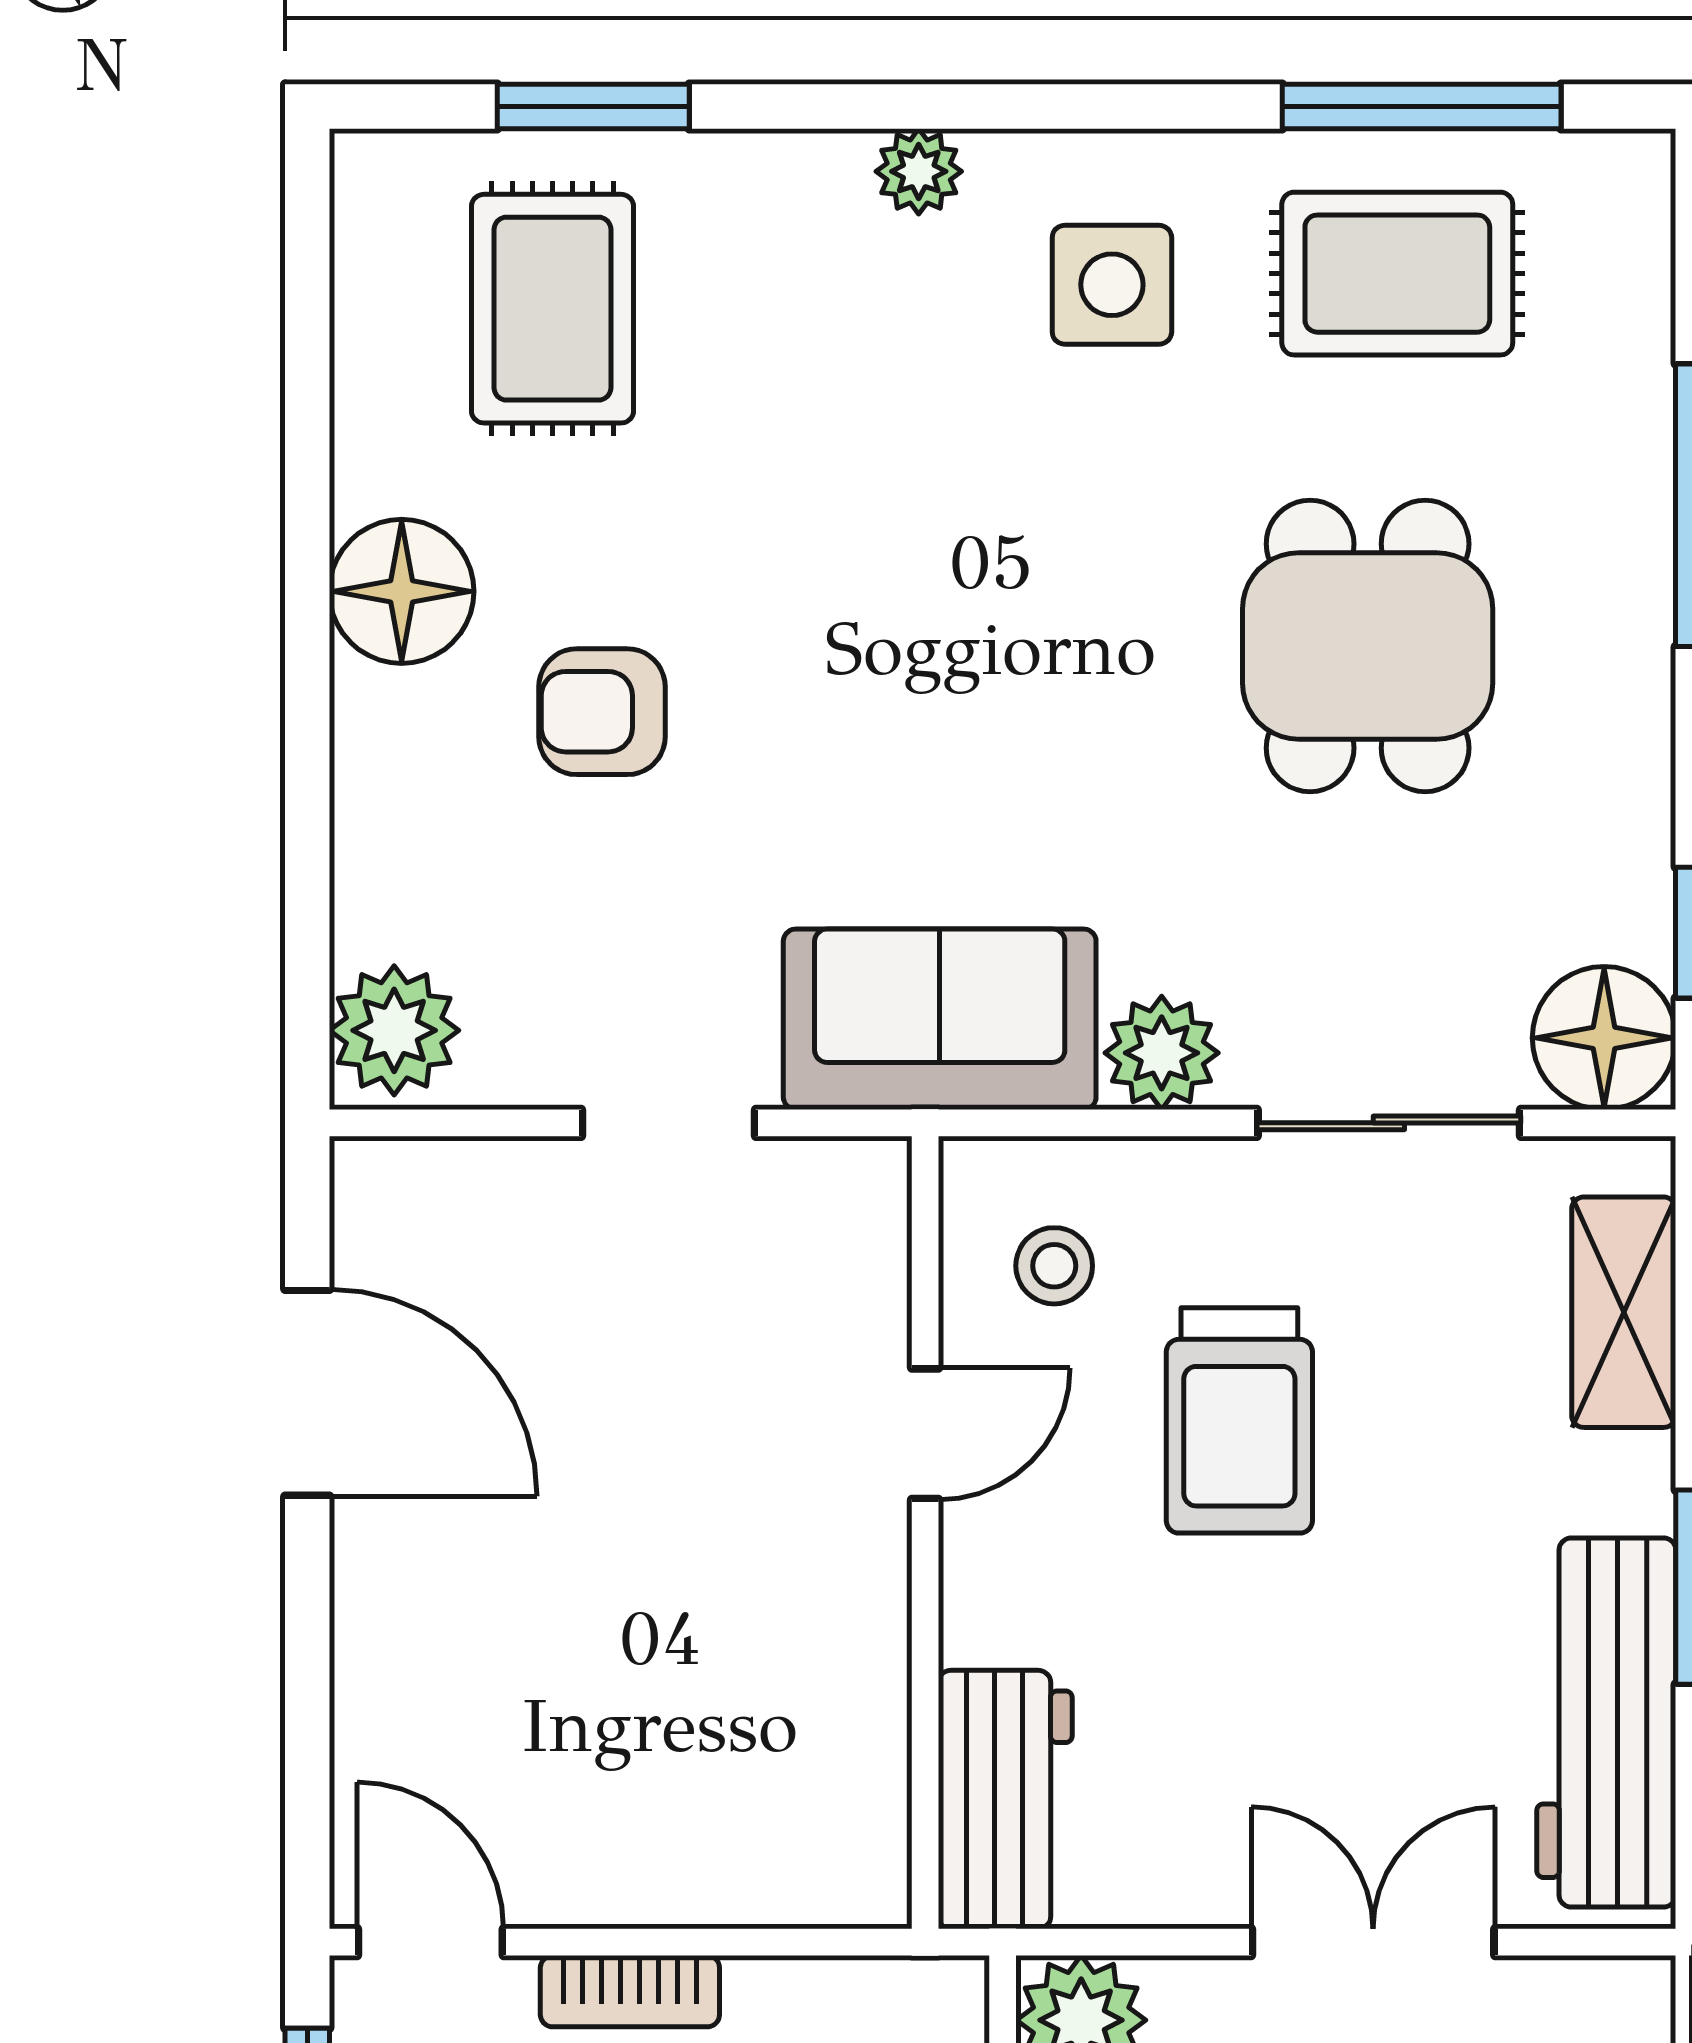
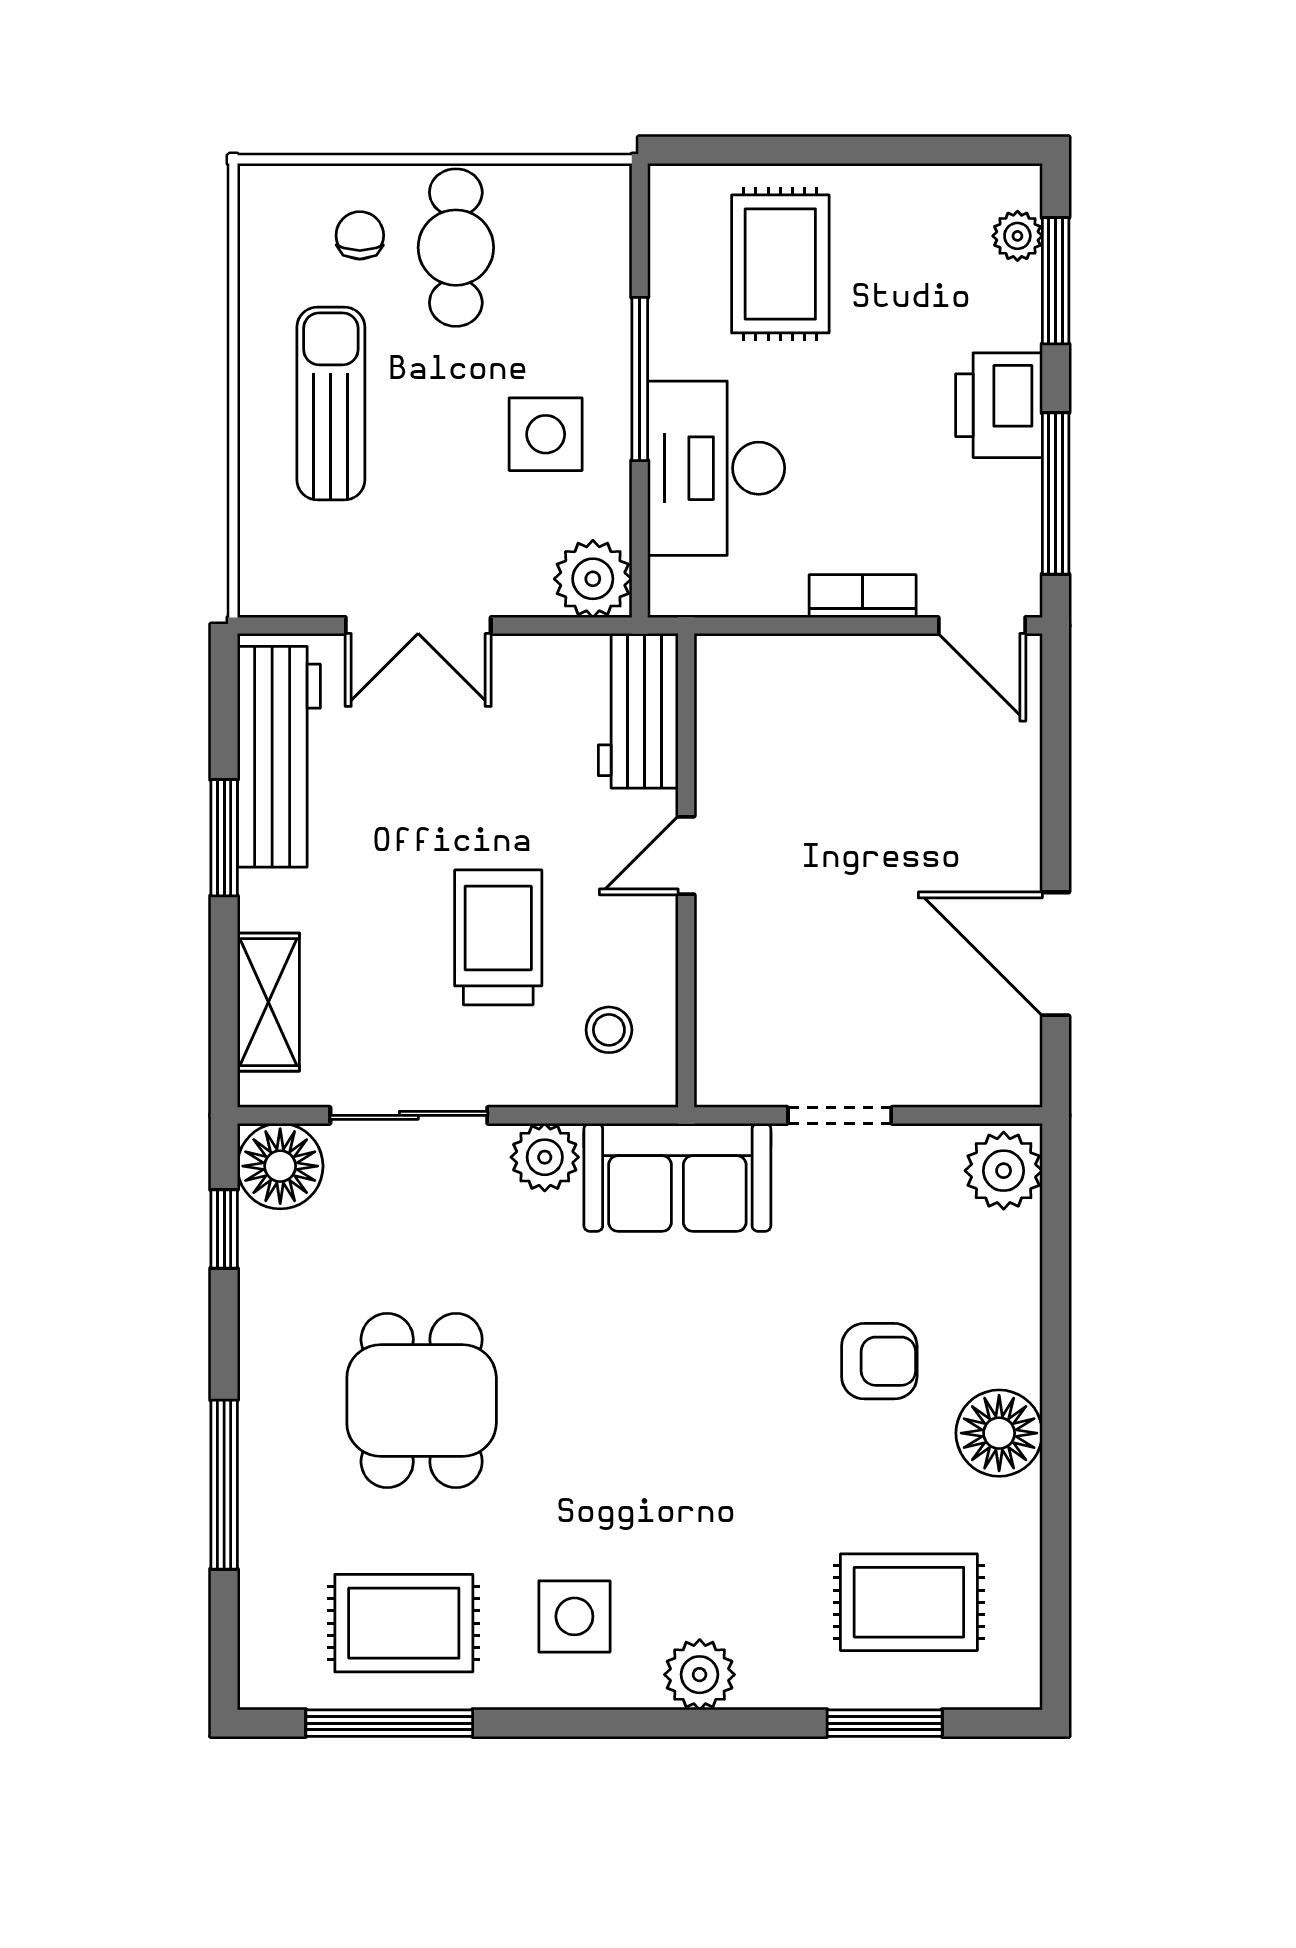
plant: (919, 171) -> (700, 1675), width x1.38, depth x1.38
rug: (552, 309) -> (909, 1602), turned 90
door: (925, 1434) -> (686, 855), moved

